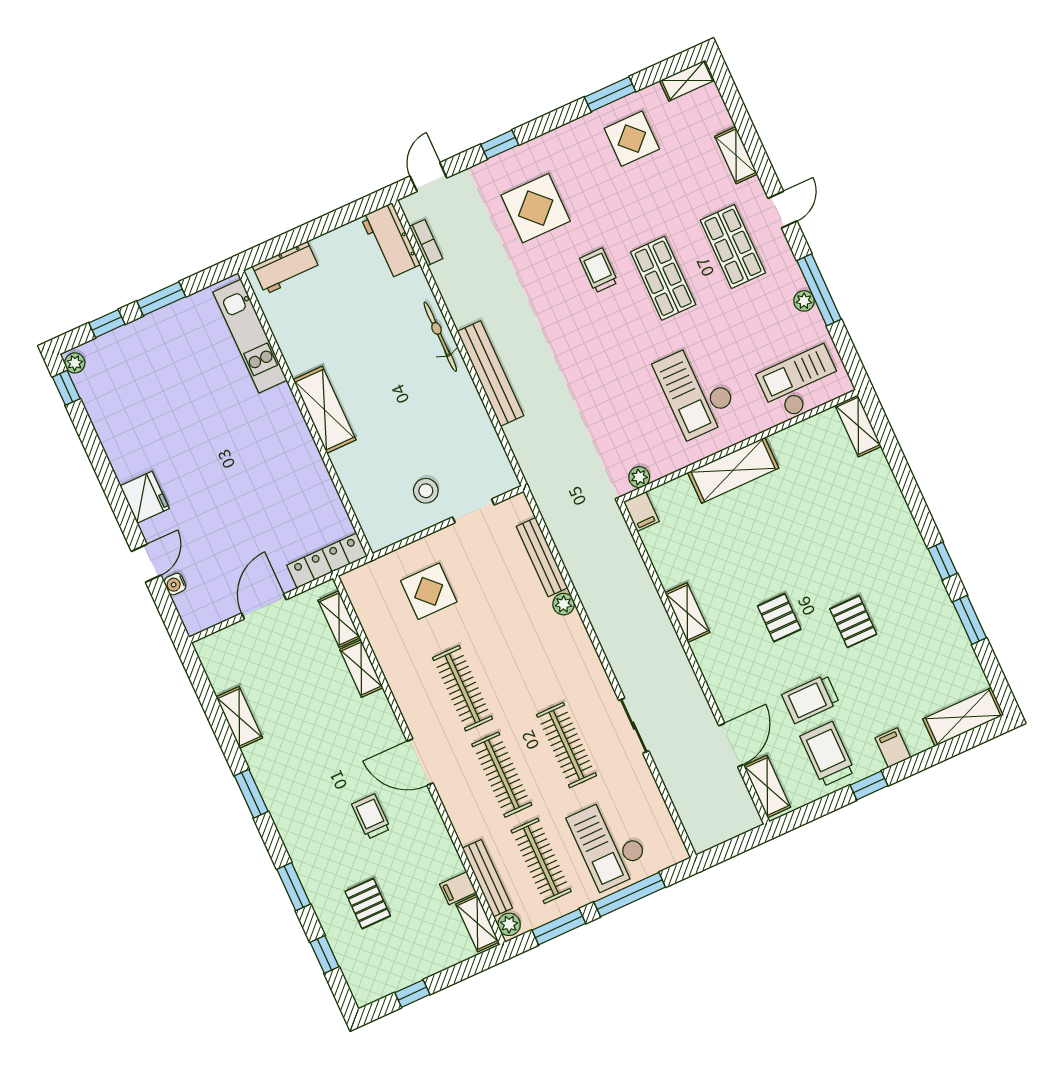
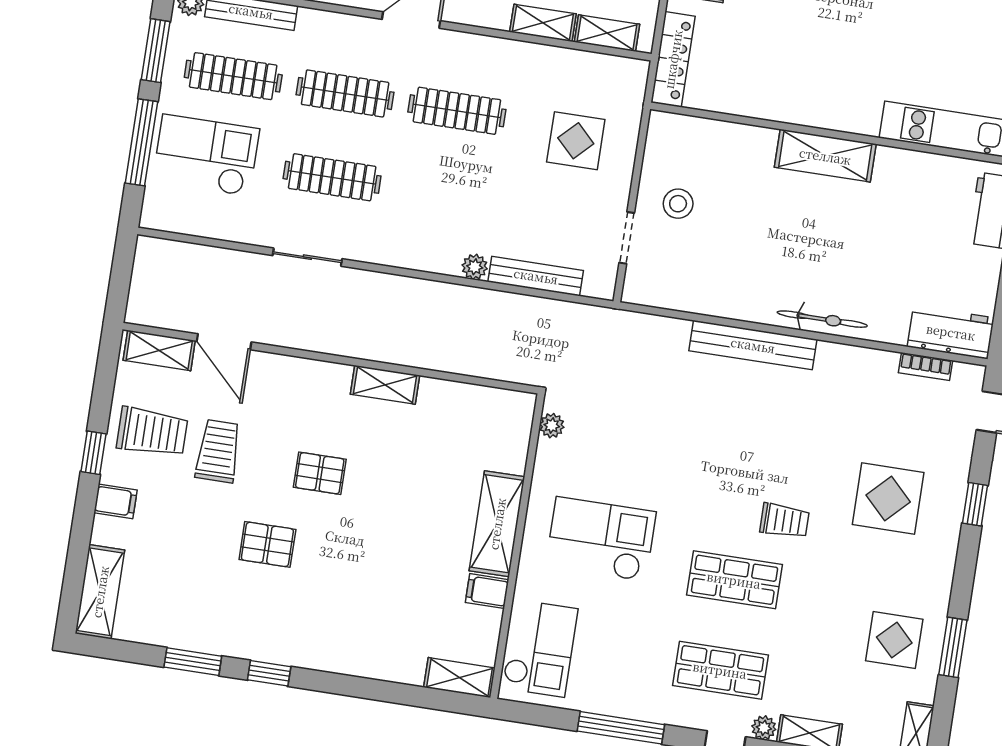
plant: (804, 301) -> (764, 728), moved
filing cabinet: (641, 512) -> (487, 591), moved

